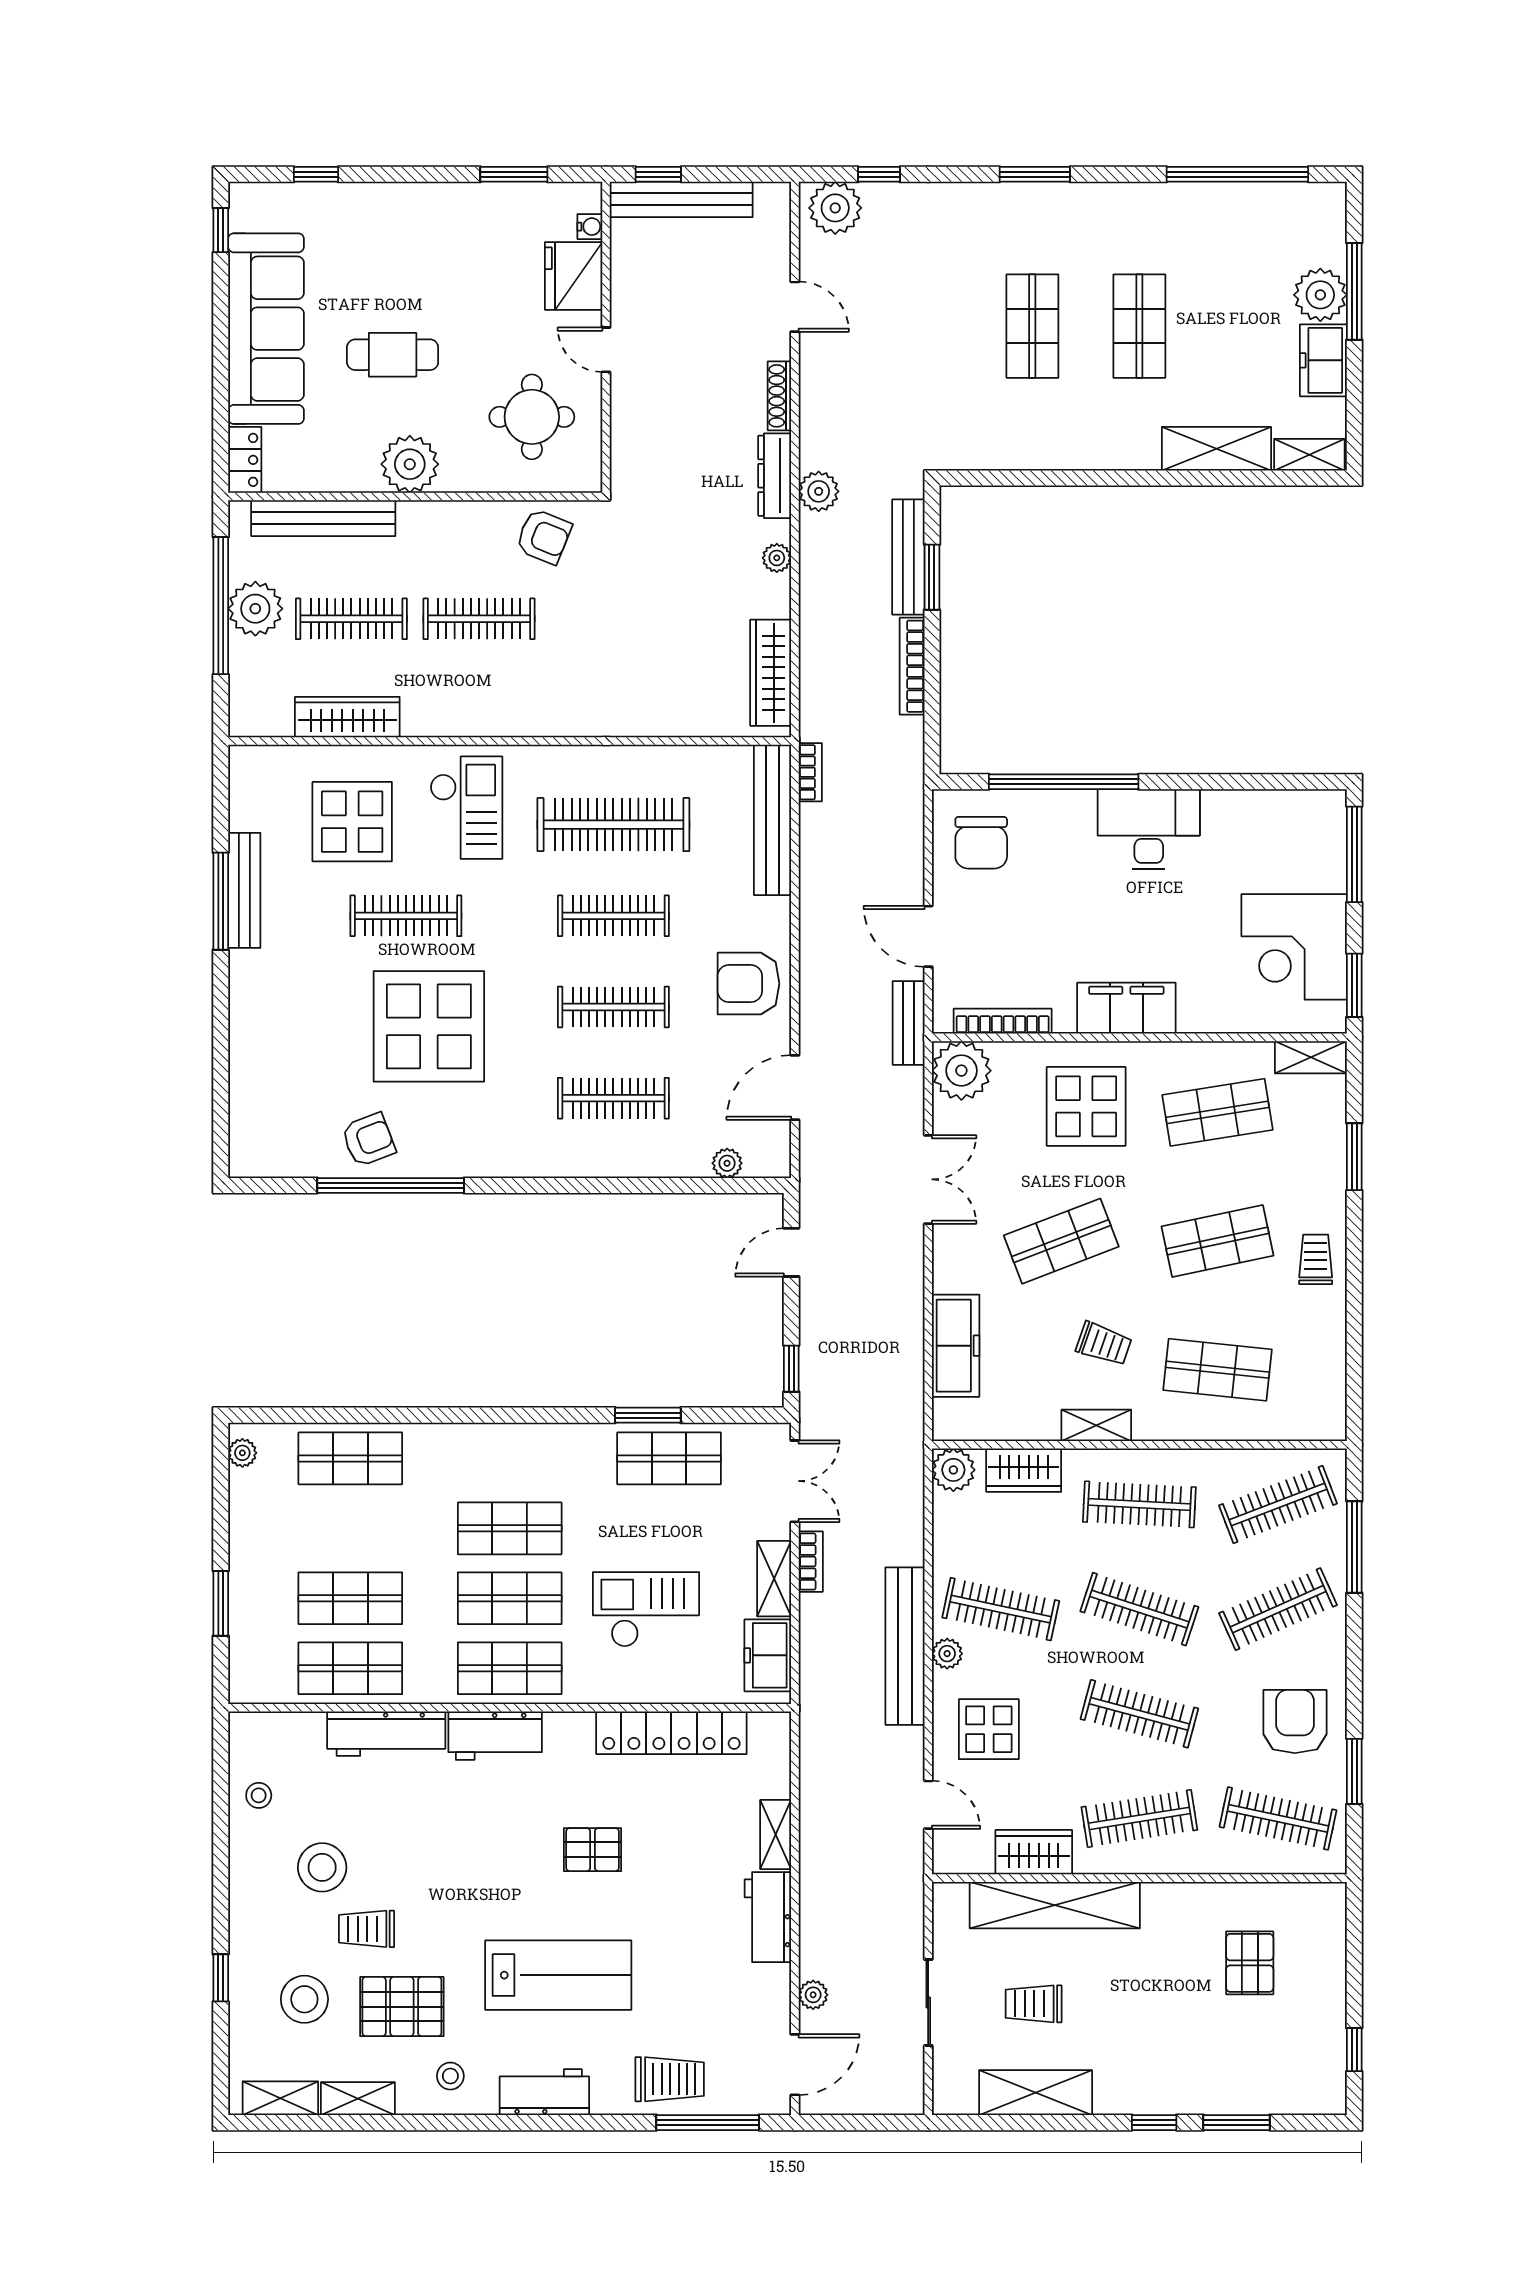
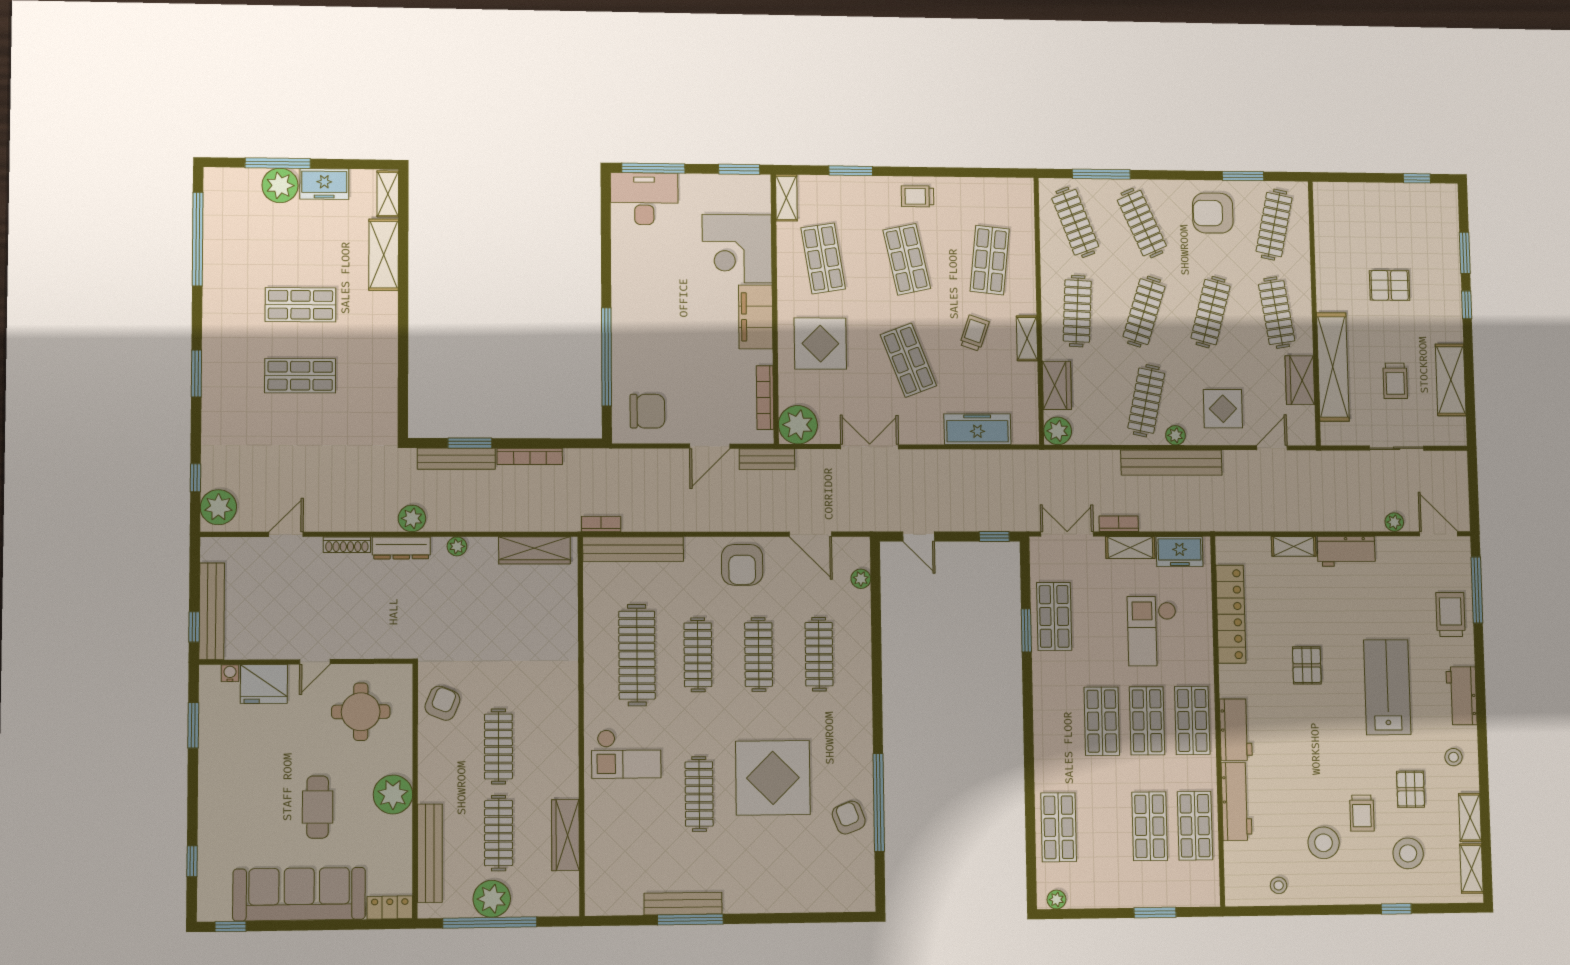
checkout: (466, 808) -> (626, 754), turned 180
display table: (352, 822) -> (636, 831), removed
desk: (1149, 829) -> (644, 199), moved, turned 90
corner desk: (1294, 947) -> (737, 249), moved, turned 90
pallet: (1250, 1963) -> (1390, 285), moved
pallet: (402, 2007) -> (1411, 789), width x0.67, depth x0.71

